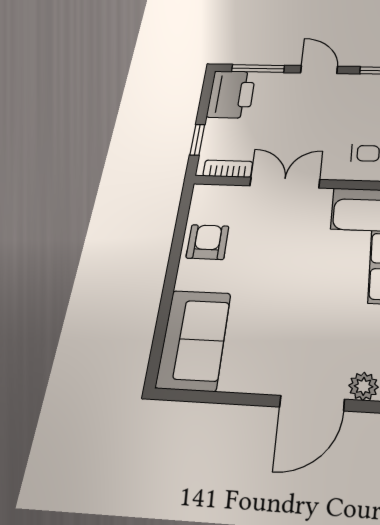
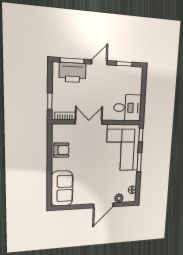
door: (319, 70) -> (99, 62), hinge flipped
printer: (231, 94) -> (73, 72), moved, turned 90
armchair: (208, 242) -> (61, 150), turned 90

